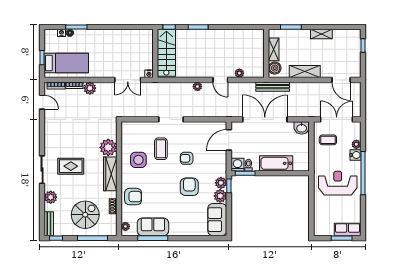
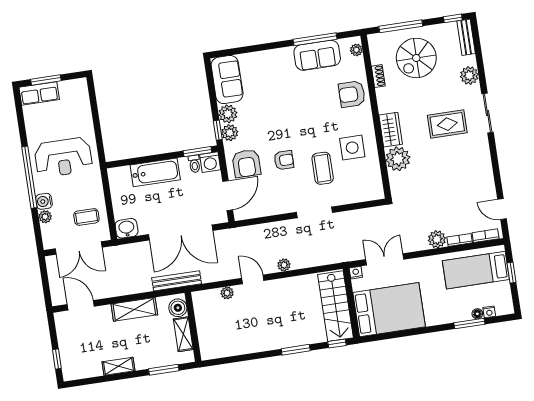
bed: (130, 45) -> (389, 310), added
wardrobe: (110, 174) -> (391, 130), width x0.67
armchair: (189, 187) -> (246, 163), moved

